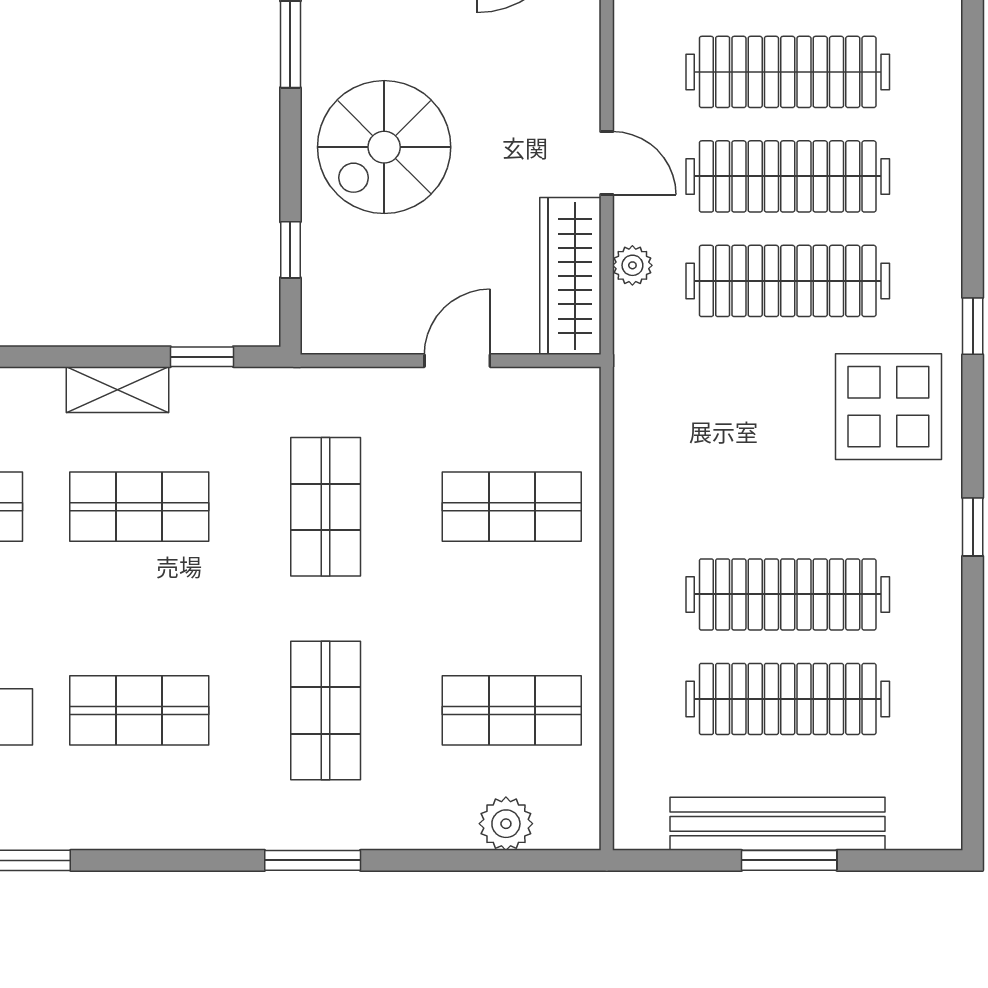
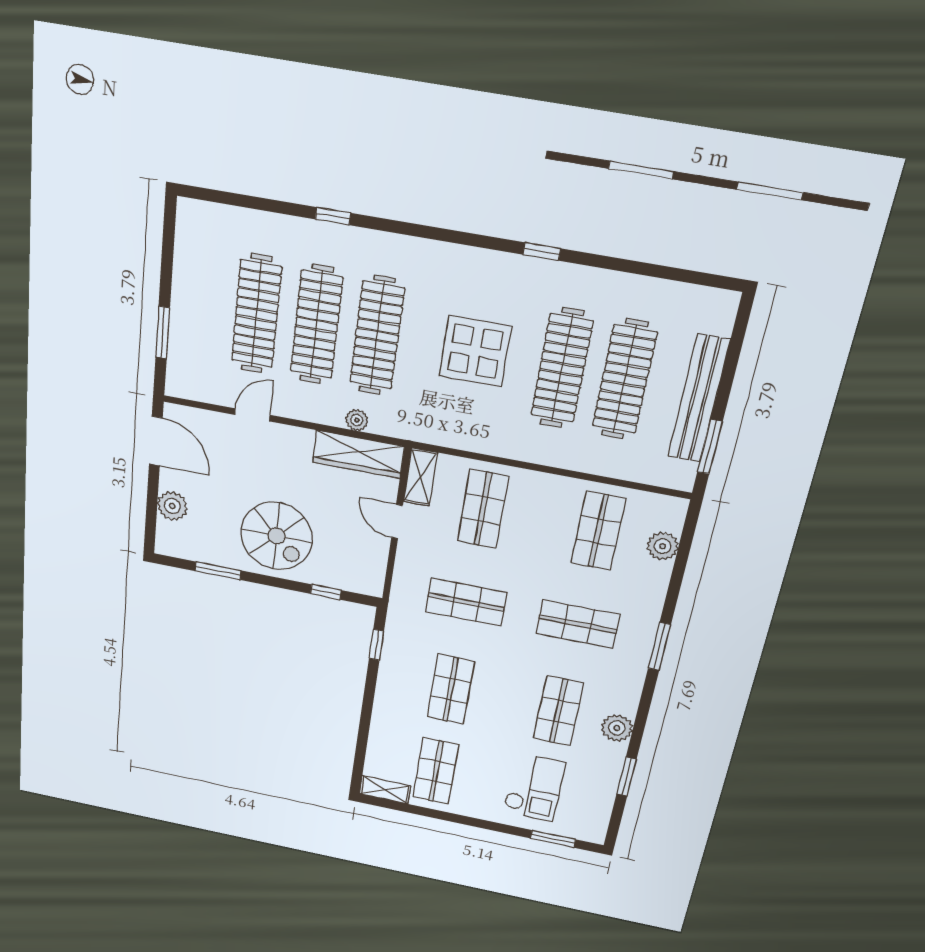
door: (607, 163) -> (252, 415), moved
window: (973, 326) -> (333, 216), moved
shelving: (118, 390) -> (420, 477), moved
display table: (888, 407) -> (475, 351), moved
plant: (129, 822) -> (617, 728), added
window: (789, 860) -> (710, 447), moved

